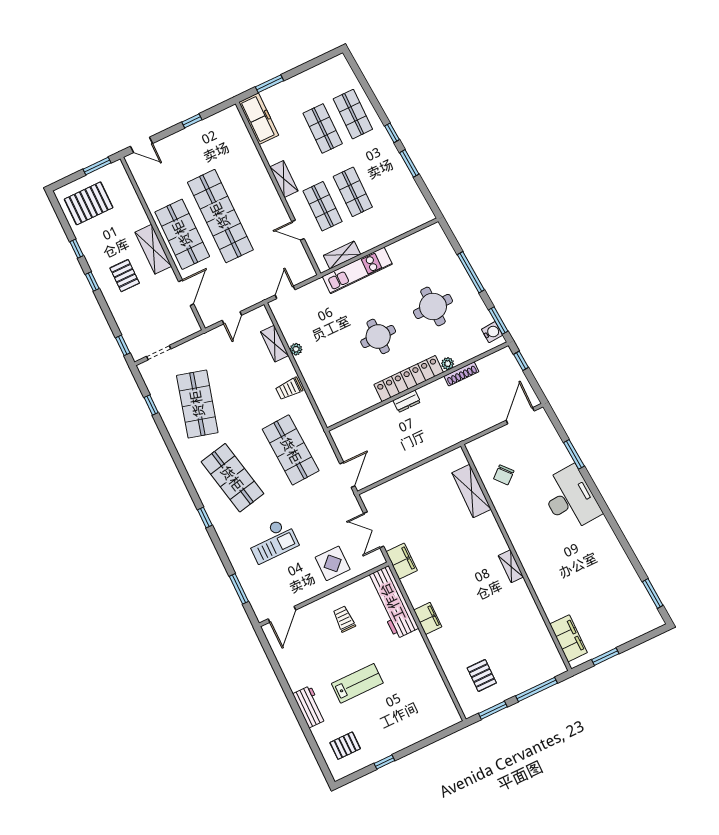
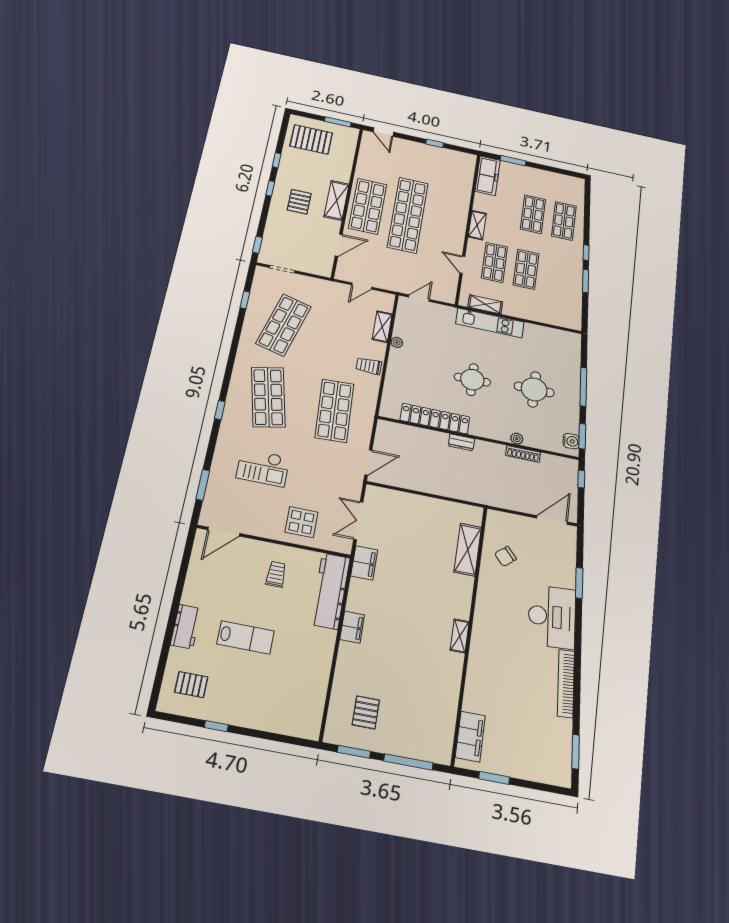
locker: (409, 379) -> (435, 419), moved
bookcase: (614, 545) -> (566, 683), added

